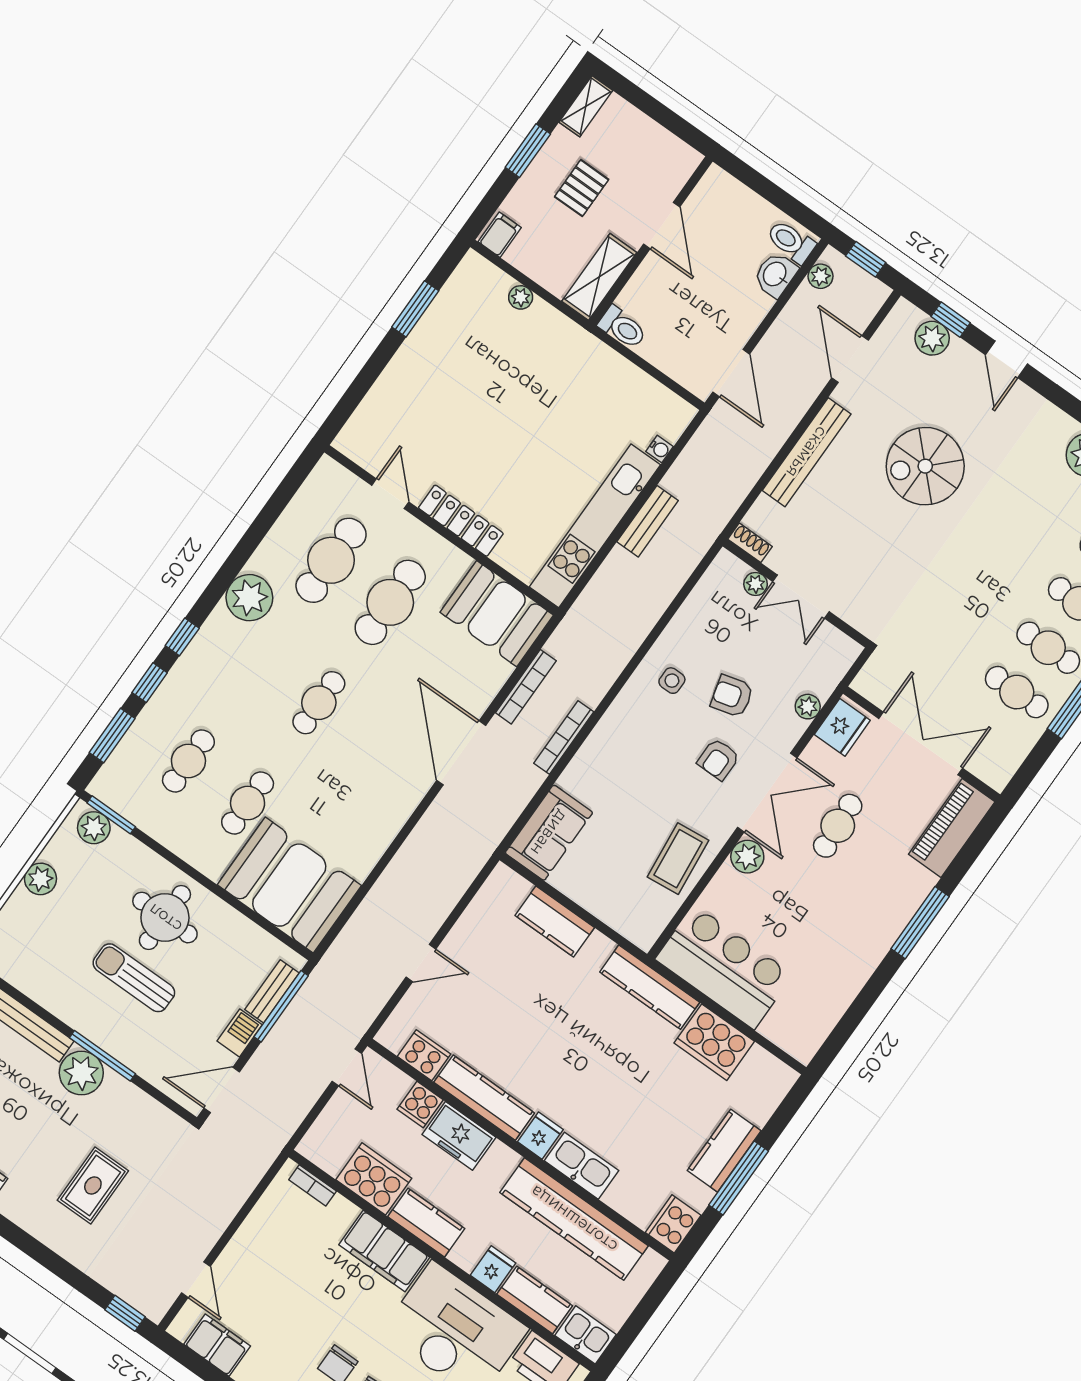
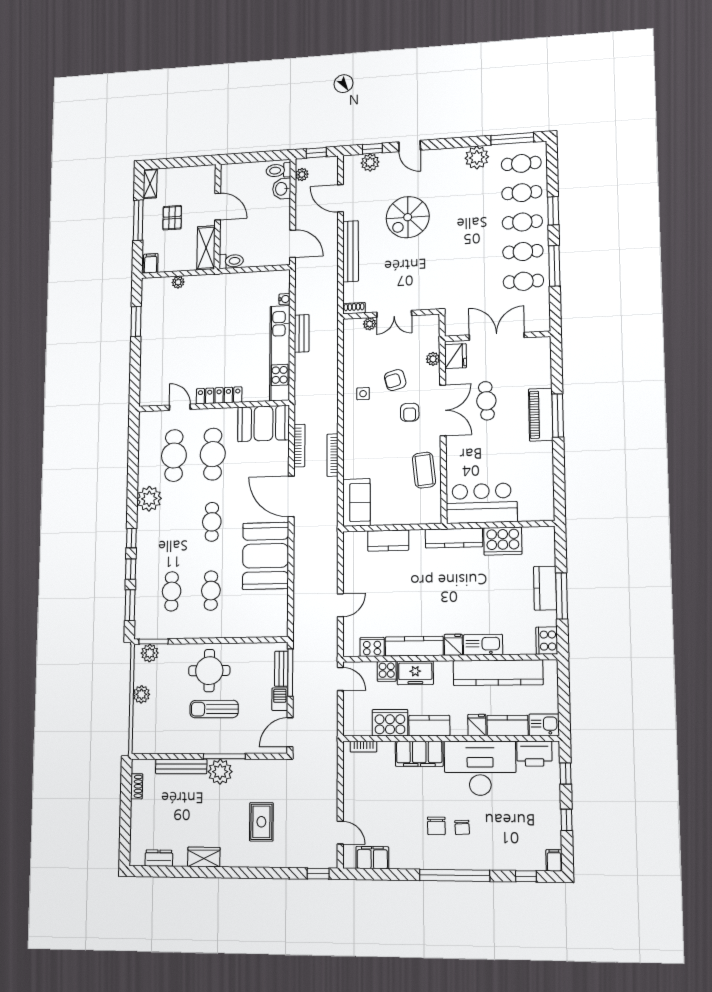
window: (528, 151) -> (138, 220), width x1.44
piano: (952, 828) -> (541, 415), moved
plant: (747, 857) -> (455, 446), removed
booth: (289, 885) -> (266, 556), moved, turned 90

